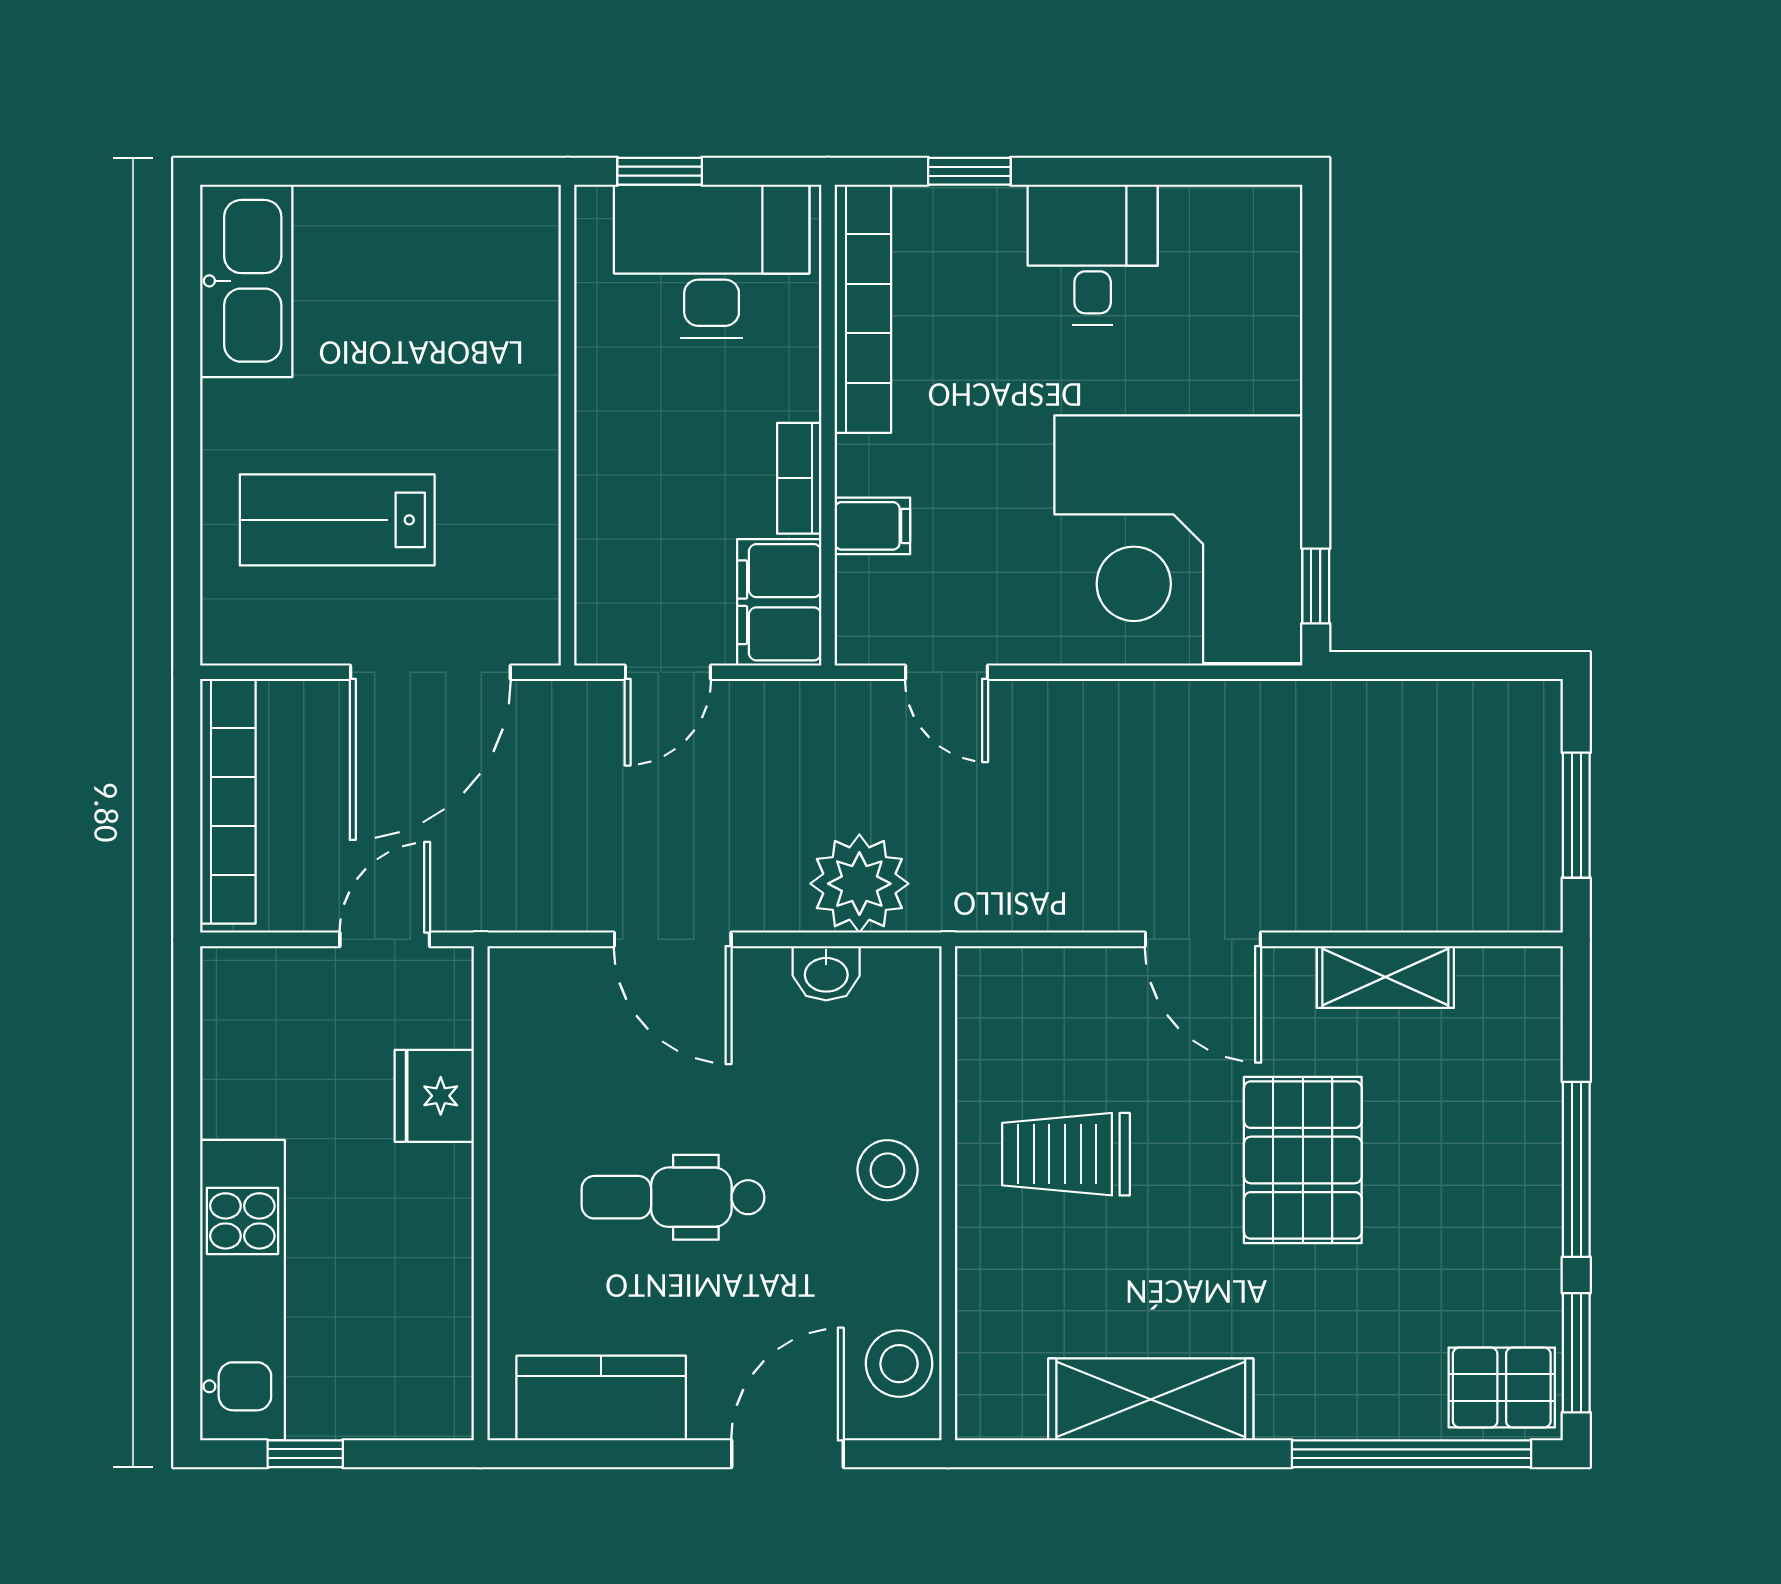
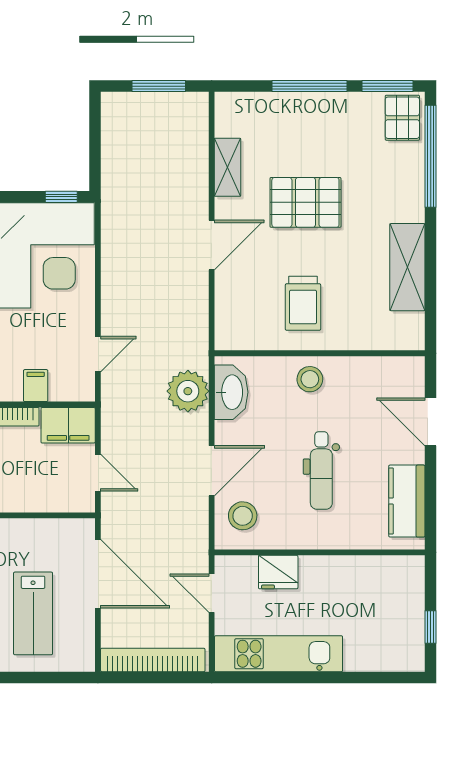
washbasin: (826, 973) -> (231, 392), width x1.91, depth x1.45
kitchen unit: (242, 1290) -> (278, 654), moved
stool: (899, 1364) -> (243, 516), moved

